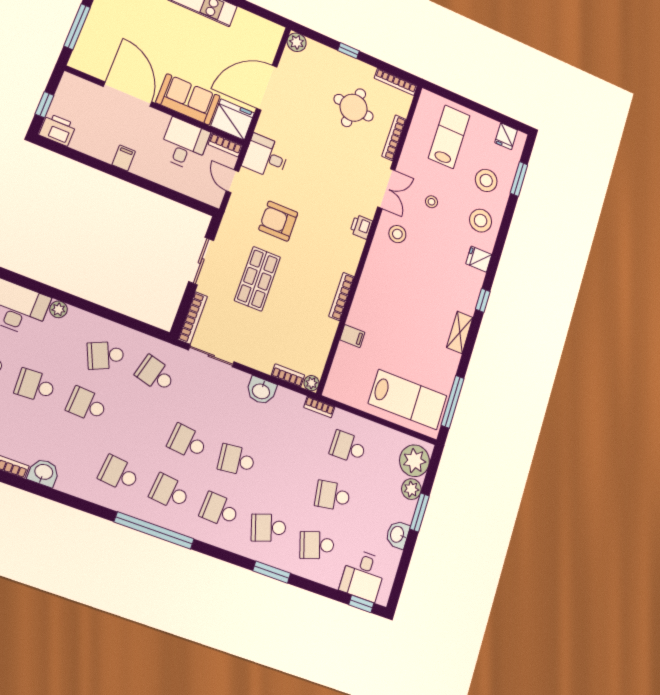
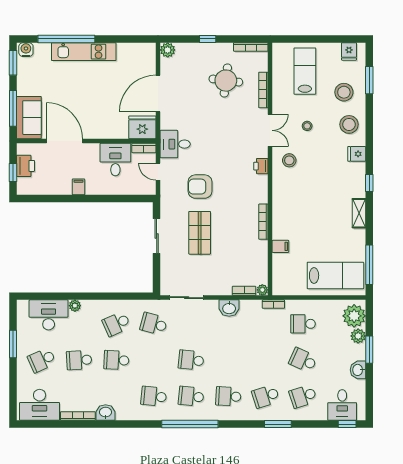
sofa: (188, 99) -> (29, 118), moved, turned 90
printer: (58, 130) -> (25, 166), moved, turned 90
bookcase: (193, 318) -> (165, 277), removed
school desk: (236, 460) -> (228, 360), removed
school desk: (333, 496) -> (303, 360), turned 33

